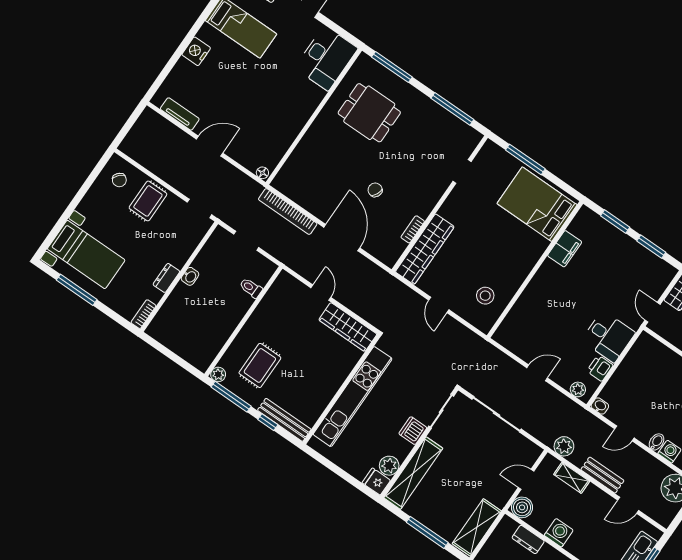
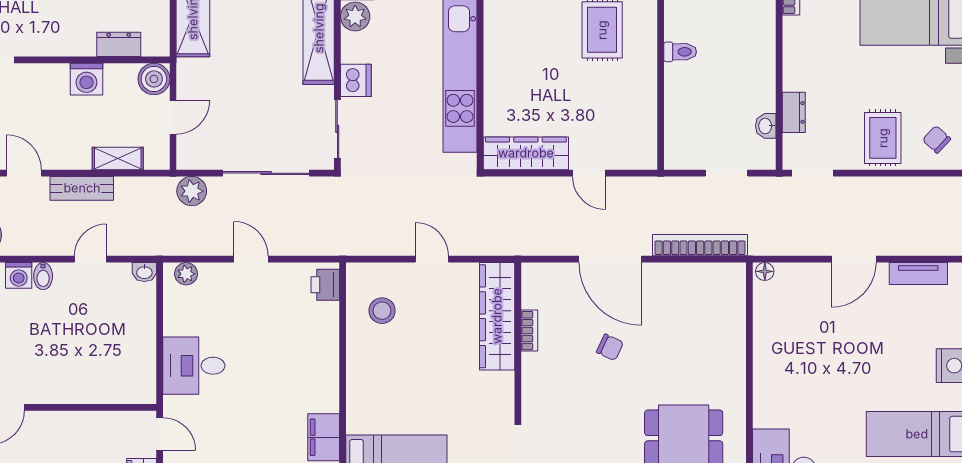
washbasin: (190, 276) -> (766, 126), moved
dresser: (166, 278) -> (794, 112), moved
toilet: (251, 288) -> (680, 52), moved
printer: (600, 368) -> (325, 285), moved, turned 180
door: (537, 373) -> (251, 259), swing flipped
plant: (564, 446) -> (192, 191), moved
door: (628, 505) -> (24, 173), hinge flipped

